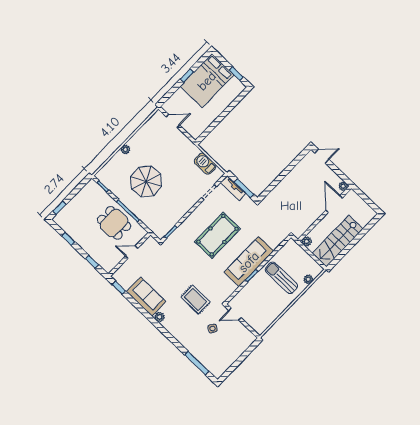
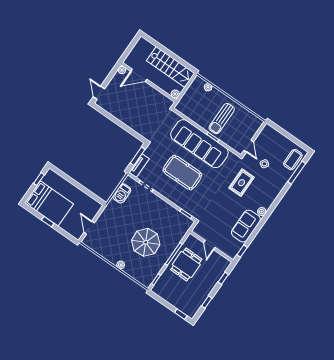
sofa: (249, 262) -> (199, 144), width x1.36, depth x1.27
sun lounger: (281, 278) -> (222, 119), moved
coffee table: (212, 361) -> (293, 160), added

